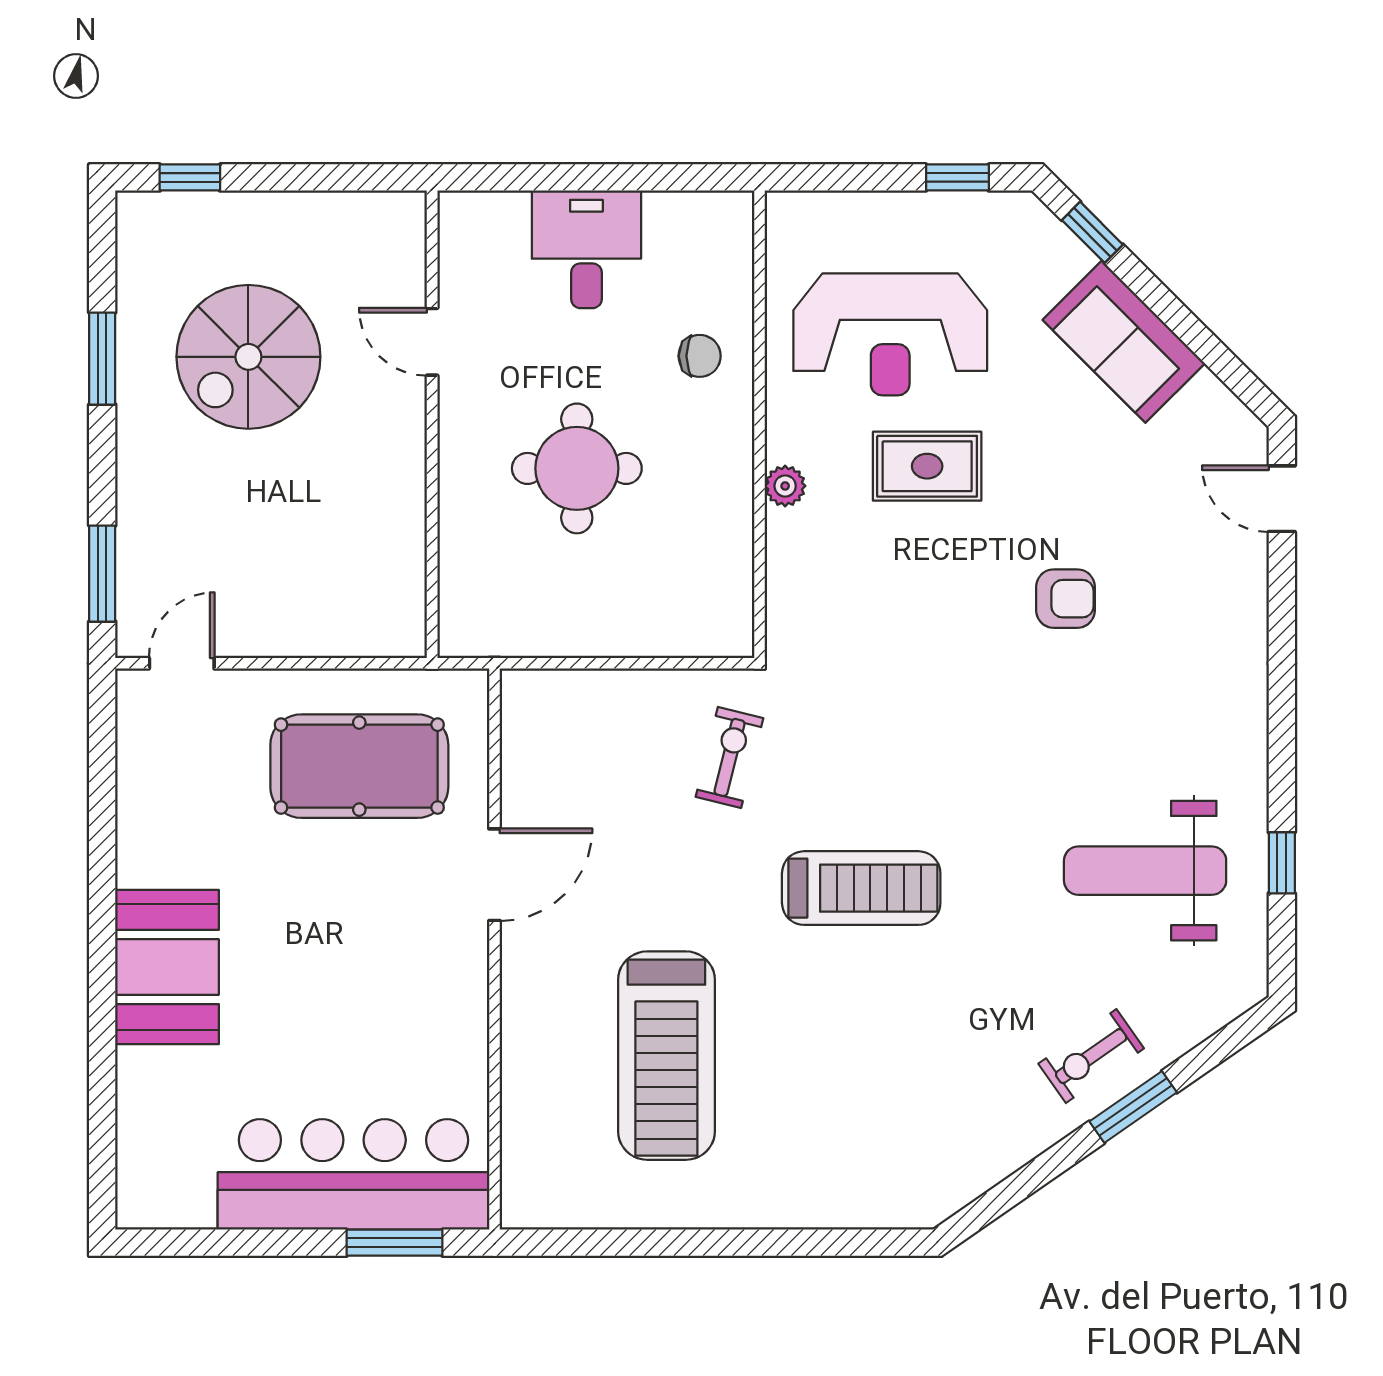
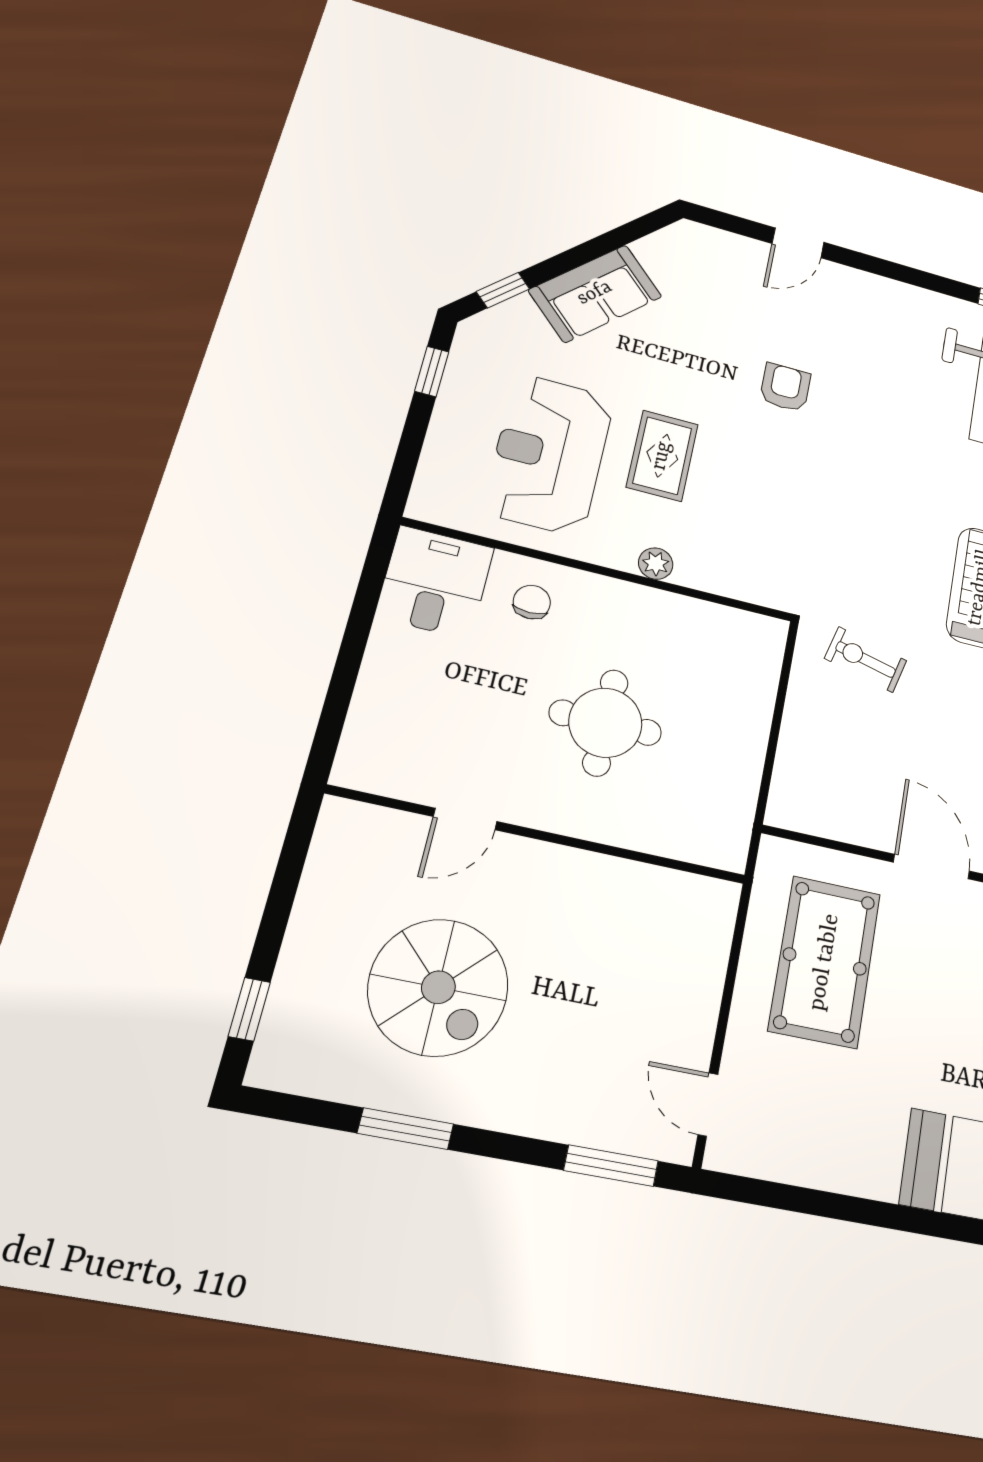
desk: (586, 249) -> (435, 582), moved, turned 90
reception desk: (890, 334) -> (549, 454), turned 180
door: (1282, 499) -> (798, 243), moved

